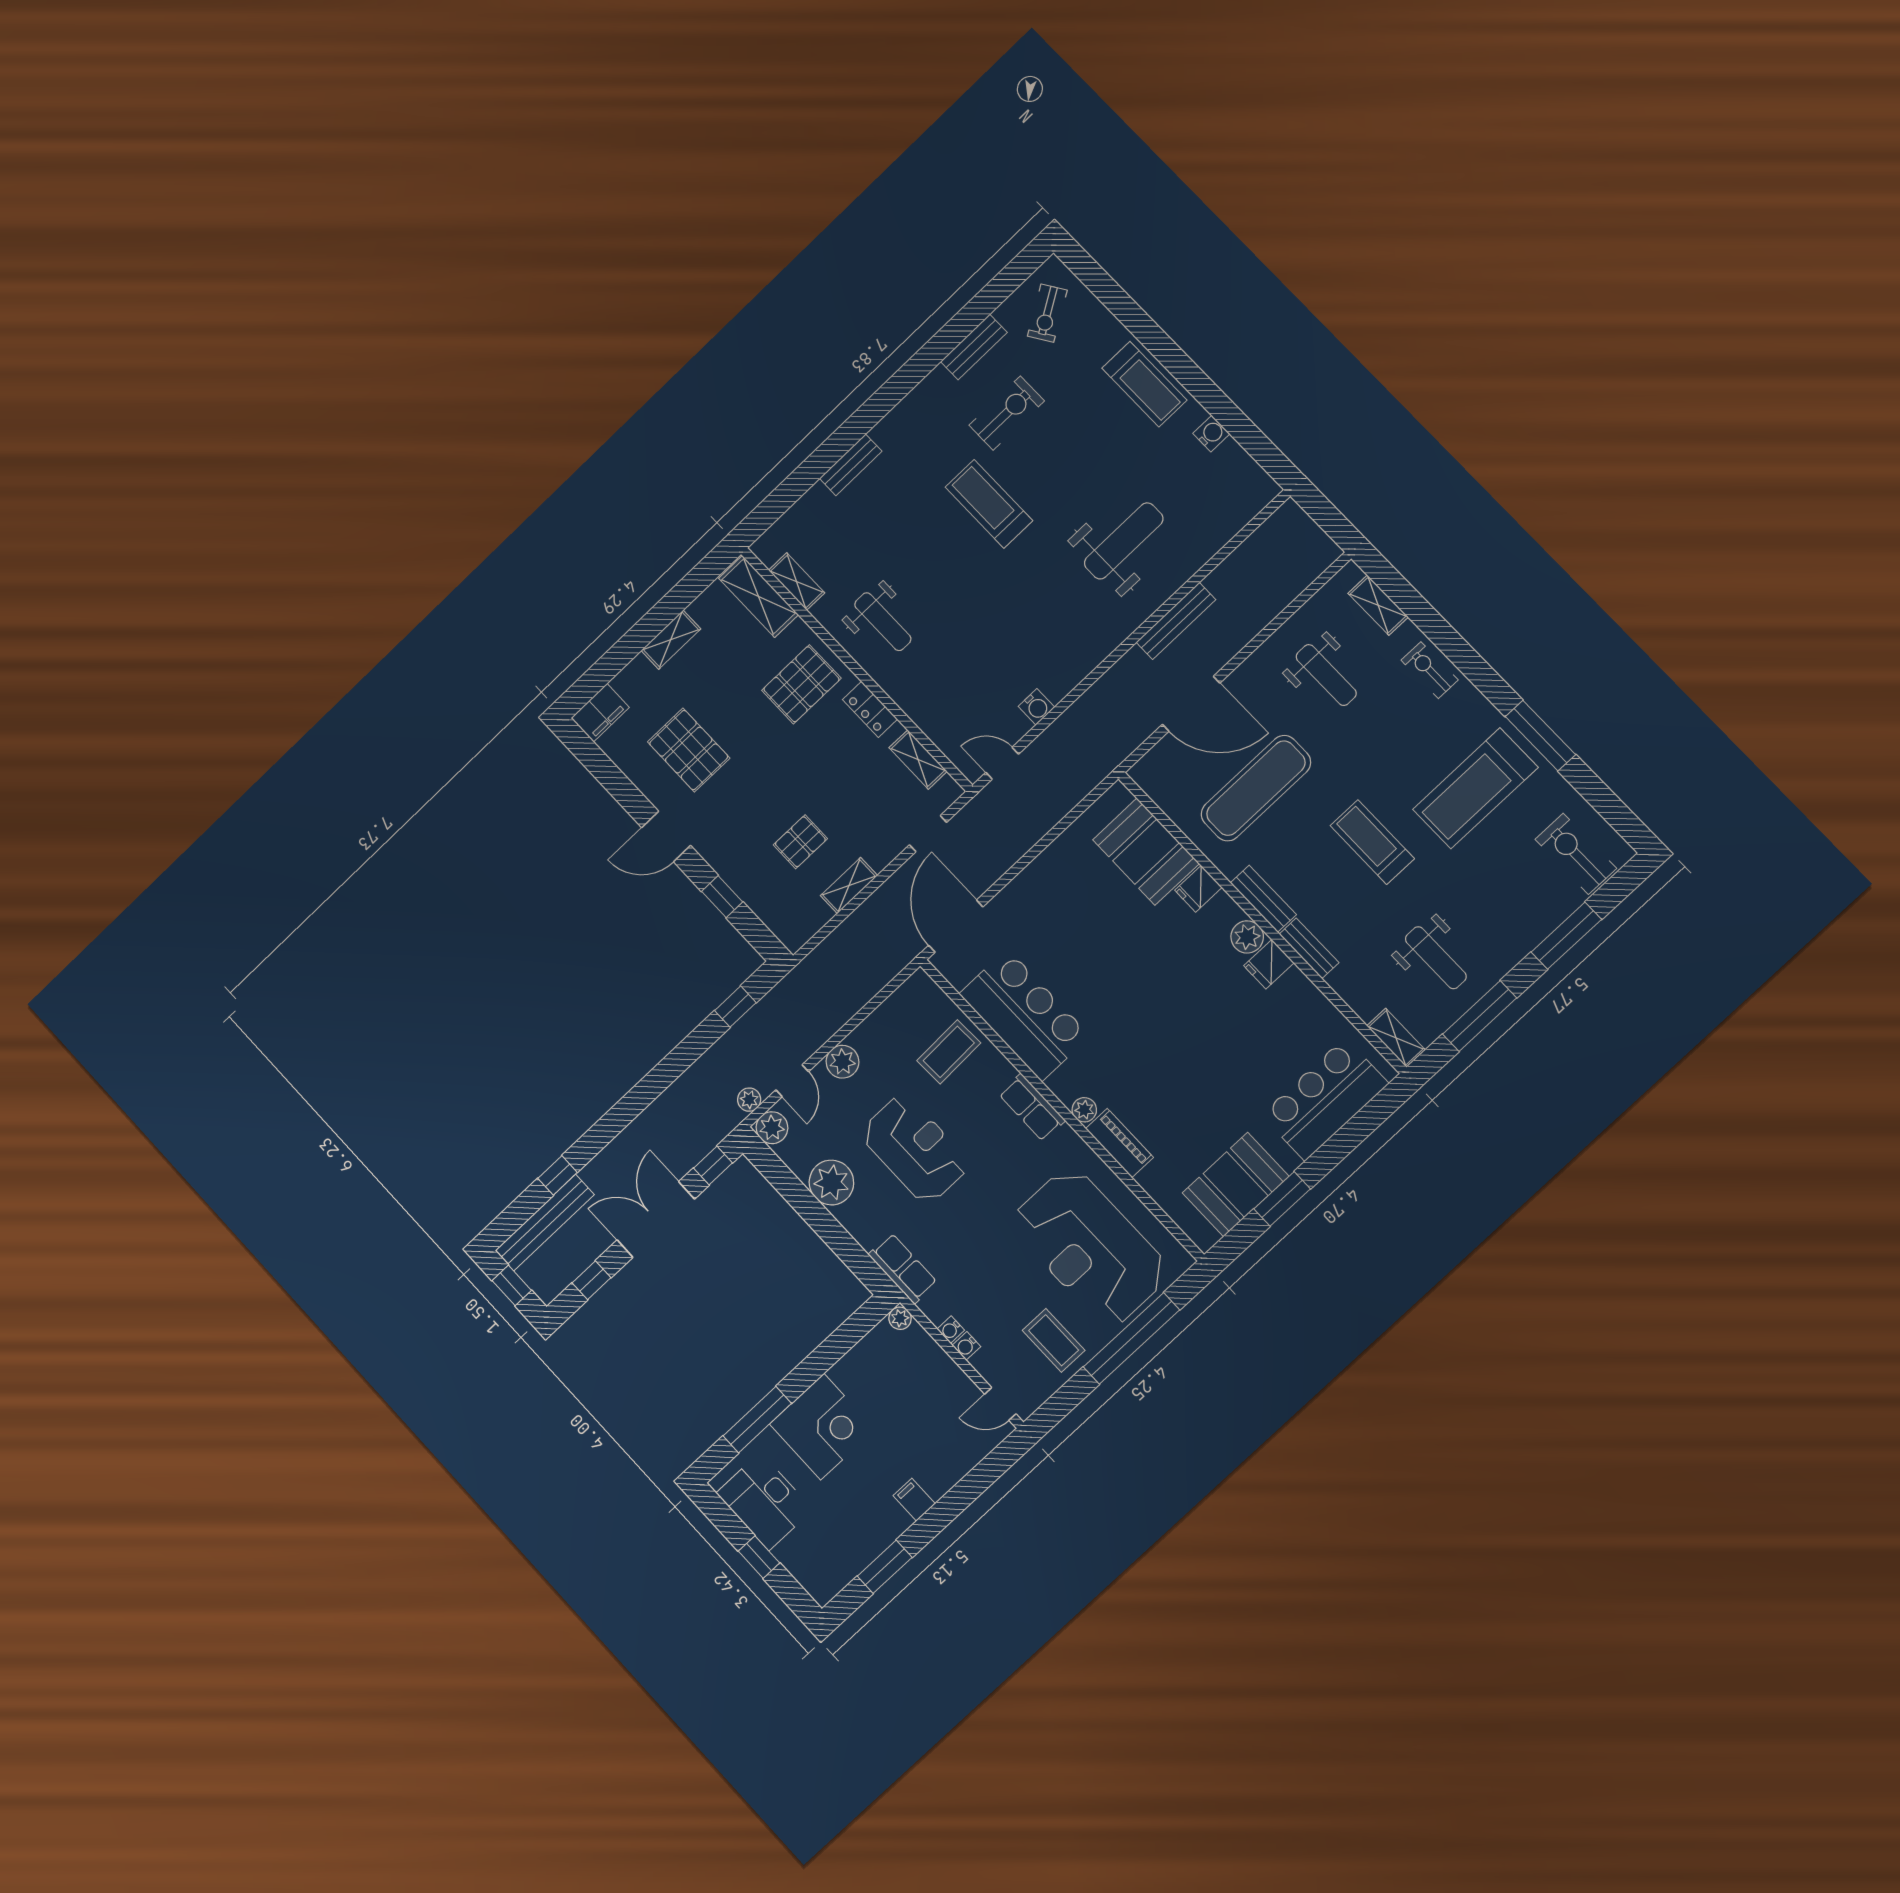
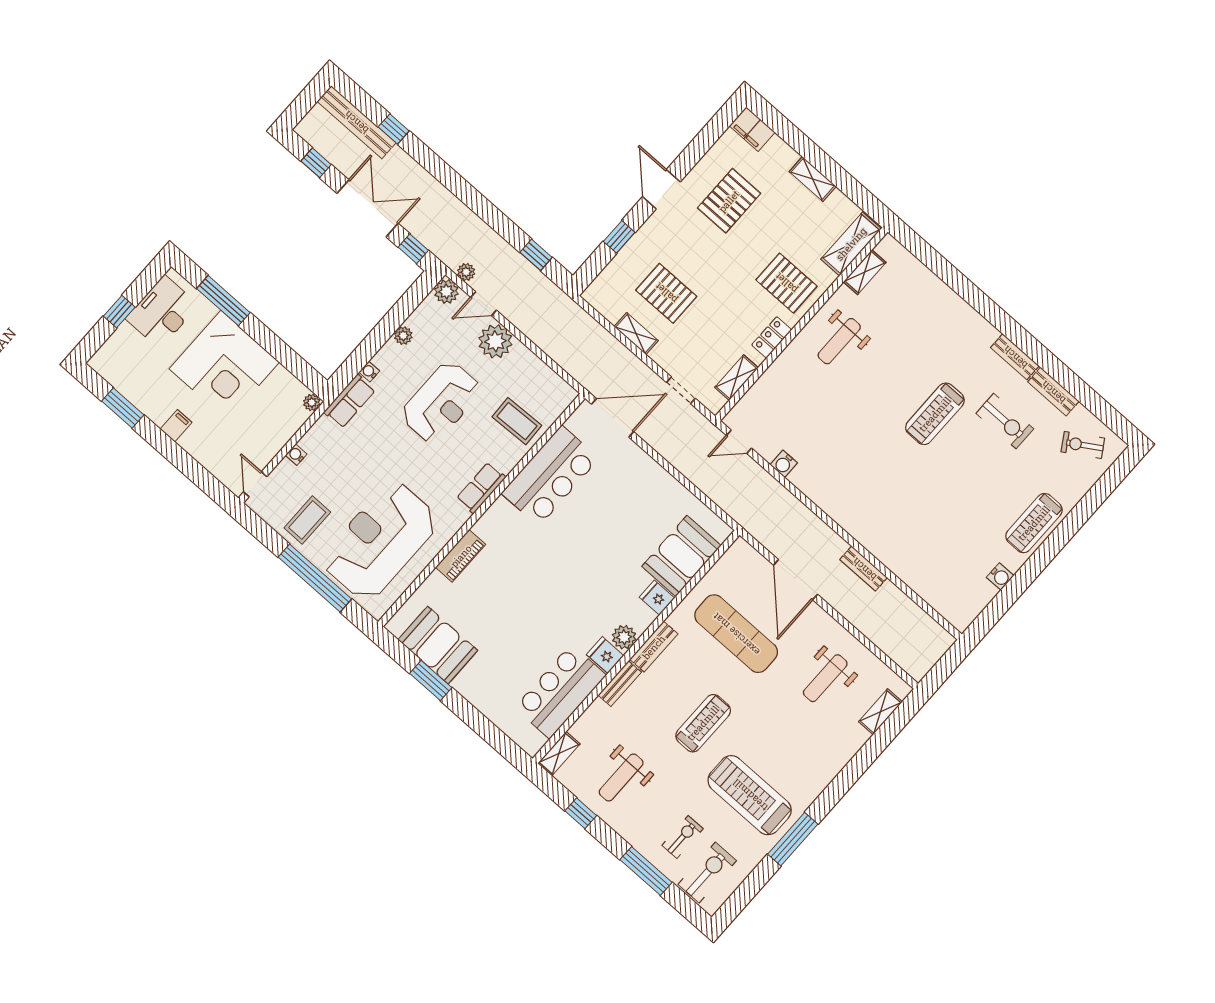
bench: (851, 465) -> (1015, 357), moved
treadmill: (989, 504) -> (935, 414), turned 180
weight bench: (1124, 541) -> (914, 518), removed
bench: (1176, 621) -> (864, 569), width x0.73
exercise bike: (1430, 670) -> (683, 837), moved
door: (1002, 763) -> (739, 442), swing flipped
pallet: (800, 842) -> (666, 293), width x1.50, depth x1.42
window: (1480, 1016) -> (581, 813), width x0.46
plant: (842, 1062) -> (495, 341), width x1.36, depth x1.36
bar counter: (1325, 1099) -> (560, 691), moved, turned -90
plant: (1084, 1110) -> (483, 527), removed
plant: (831, 1183) -> (403, 336), width x0.53, depth x0.53
window: (512, 1285) -> (306, 101), removed
water cooler: (951, 1330) -> (369, 372), moved
corner desk: (822, 1427) -> (224, 366), width x1.36, depth x1.36

